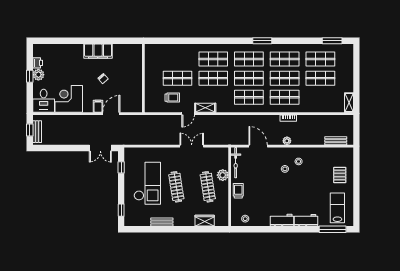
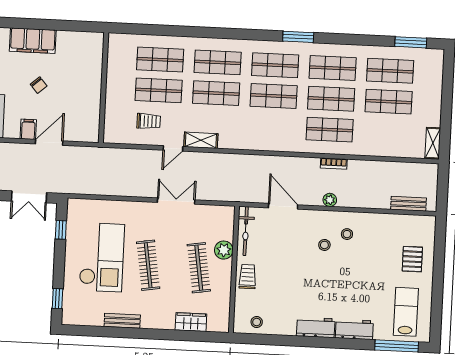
shop shelf: (249, 97) -> (160, 60), moved

